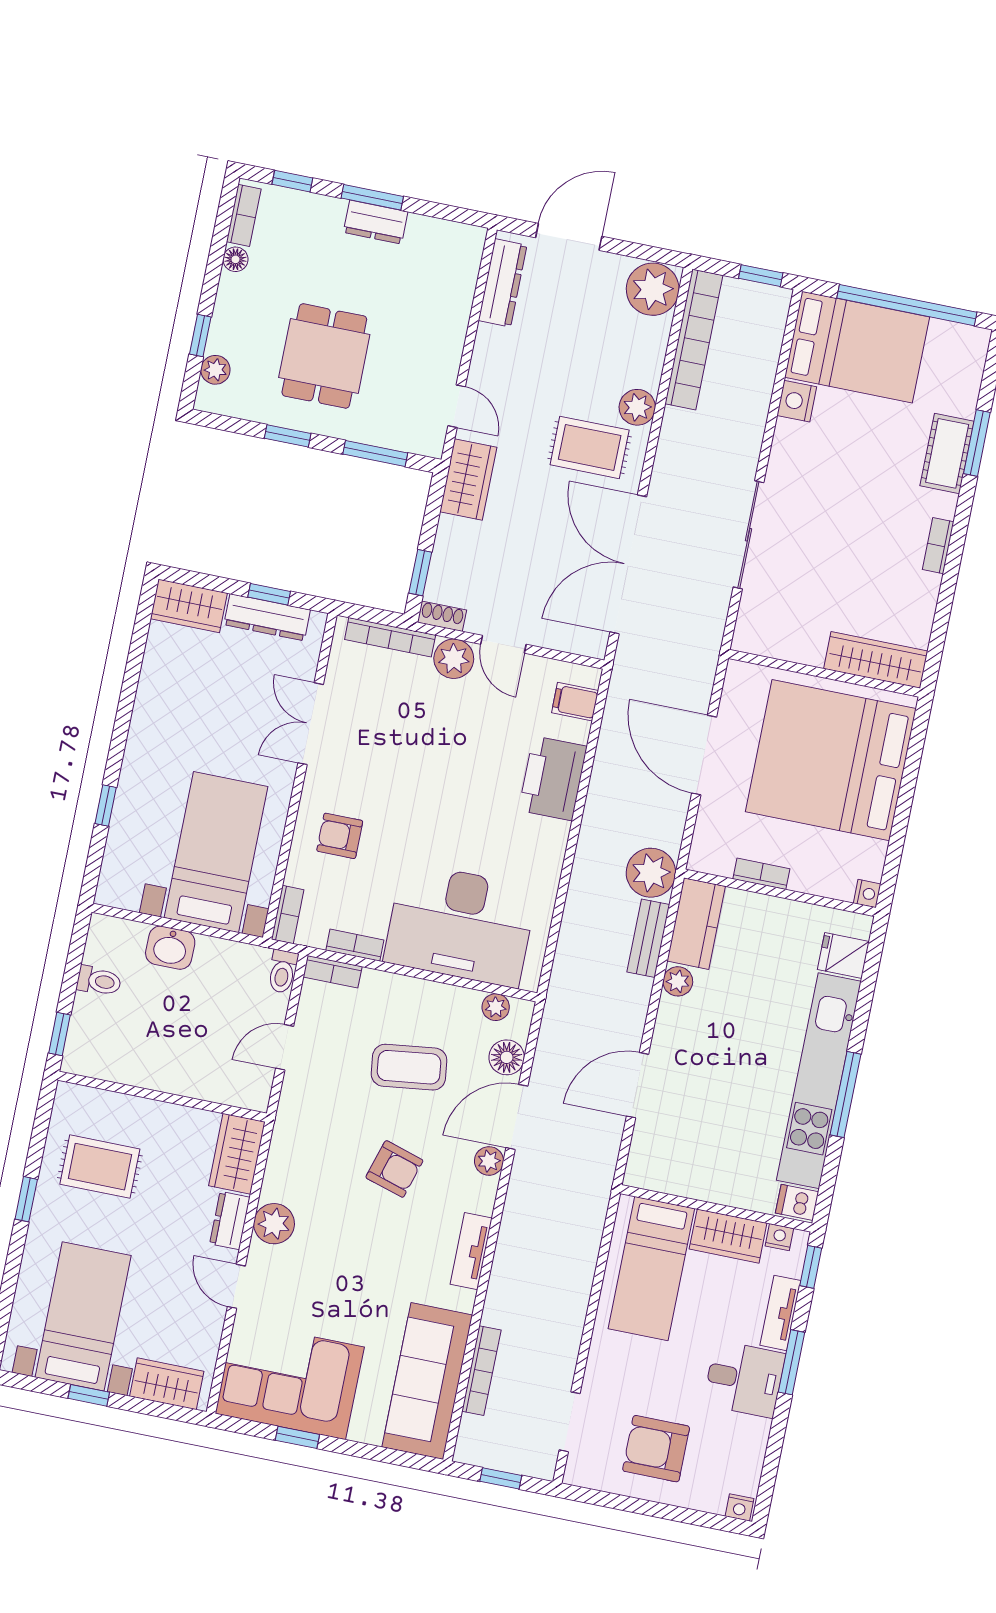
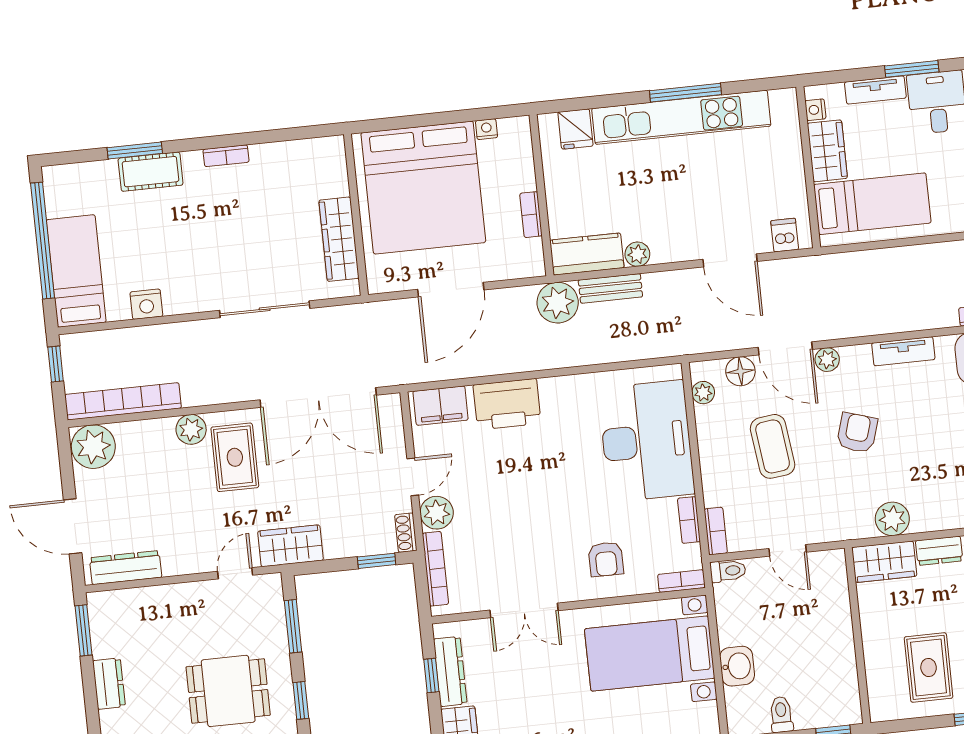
window: (372, 197) -> (84, 630), moved
bed: (857, 347) -> (76, 271), width x0.67
wardrobe: (876, 660) -> (339, 239), moved
filing cabinet: (575, 702) -> (441, 406), width x2.00
nightstand: (867, 894) -> (486, 129), moved
dishwasher: (797, 1202) -> (785, 235), moved, turned 180
plant: (274, 1224) -> (892, 519), moved
window: (811, 1267) -> (831, 77), removed

